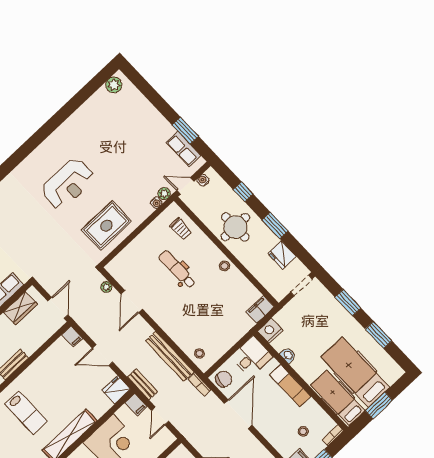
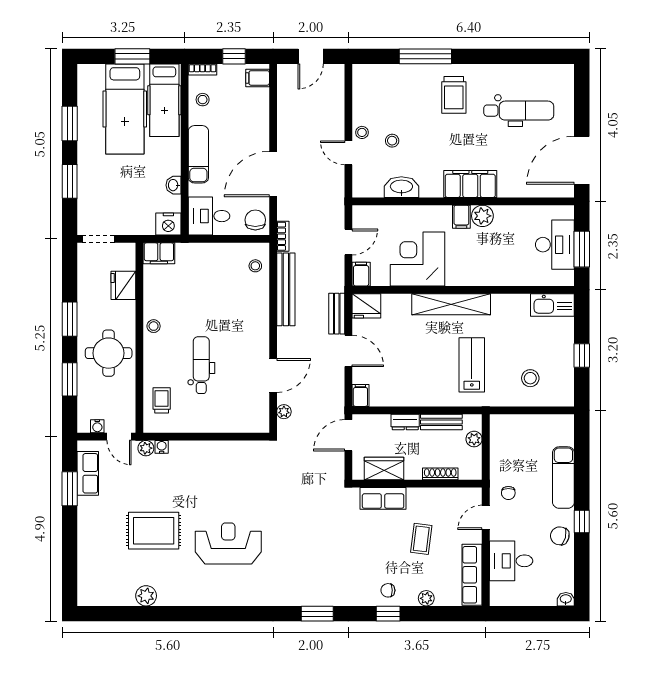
plant: (114, 85) -> (146, 596), moved
window: (243, 192) -> (70, 379), width x1.50
rug: (106, 226) -> (154, 531), moved
fridge: (282, 255) -> (123, 285), moved, turned 180
dental chair: (177, 269) -> (201, 365), turned 180
dresser: (33, 345) -> (405, 422), added
chair: (224, 379) -> (255, 220), turned 77
bench: (142, 384) -> (337, 314), moved
stool: (303, 431) -> (203, 100), moved

